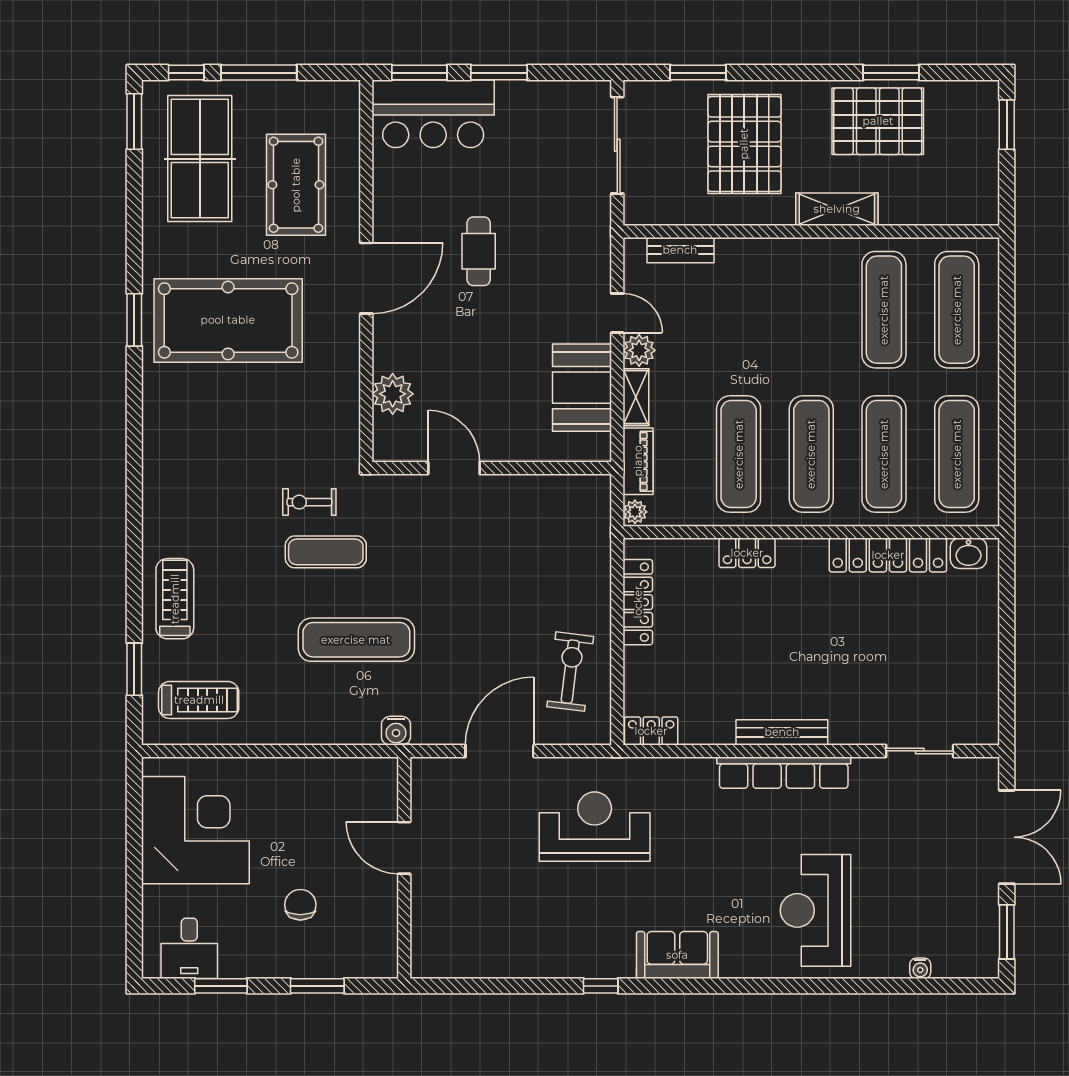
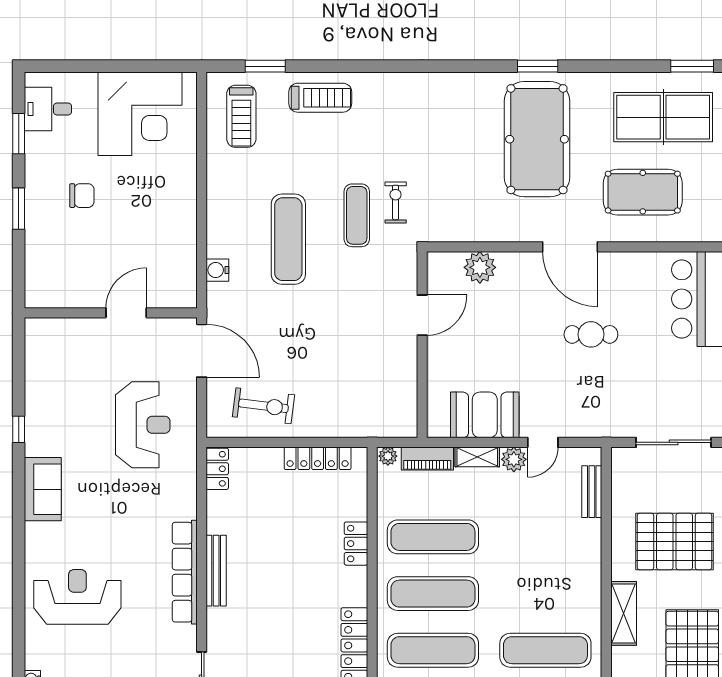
door: (404, 848) -> (126, 313), moved
wall: (404, 868) -> (111, 313), moved

